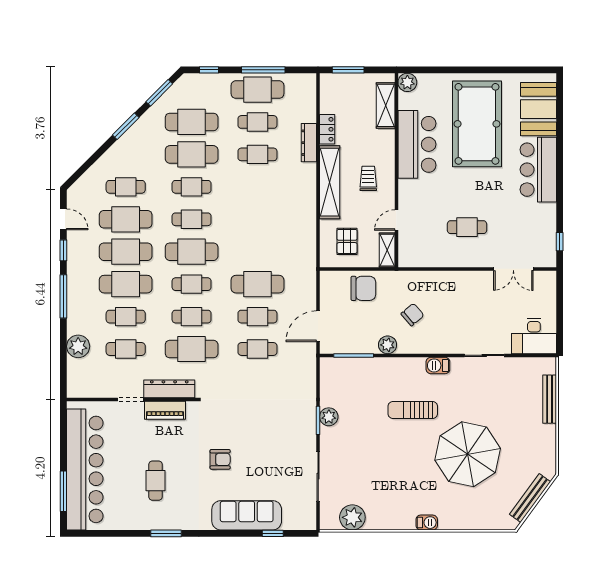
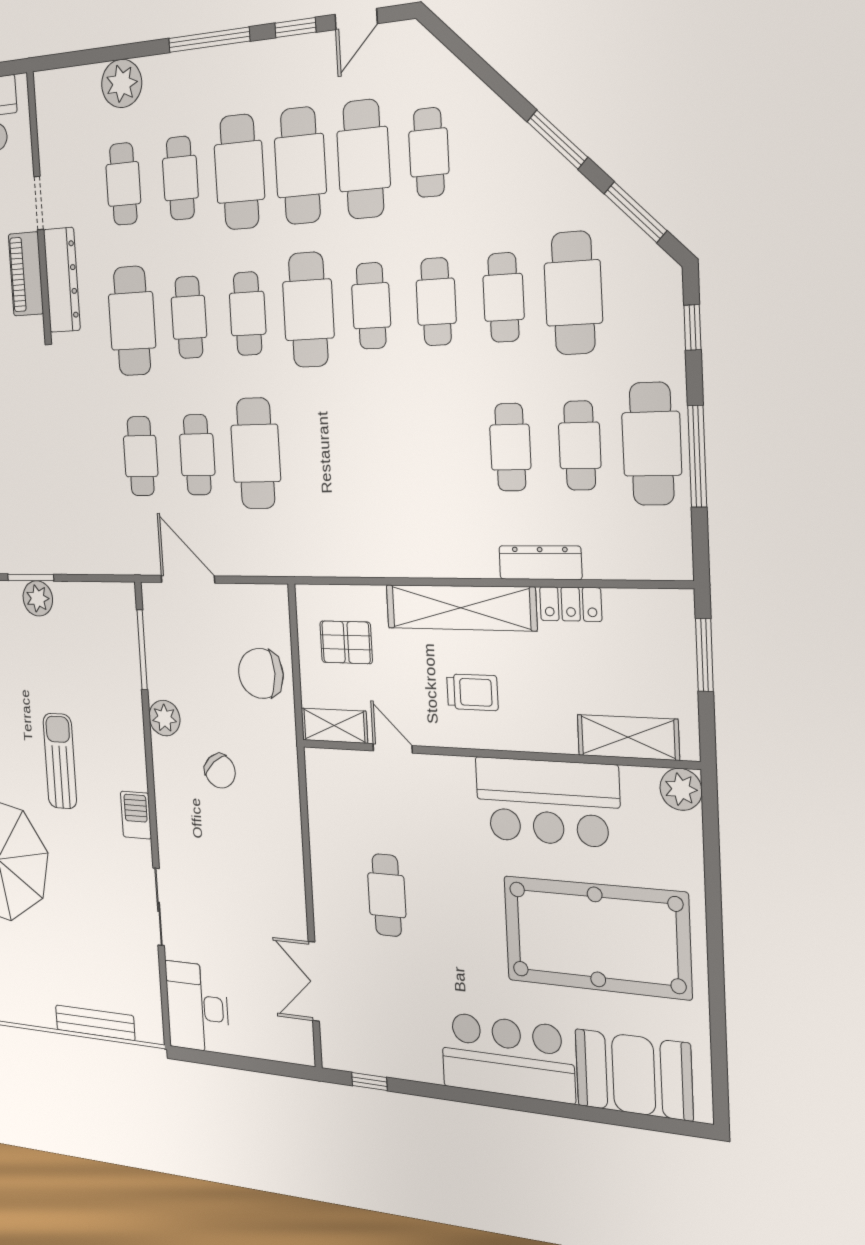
cafe table: (192, 154) -> (503, 297), width x0.73, depth x0.74
chair: (363, 288) -> (261, 673), turned 90

